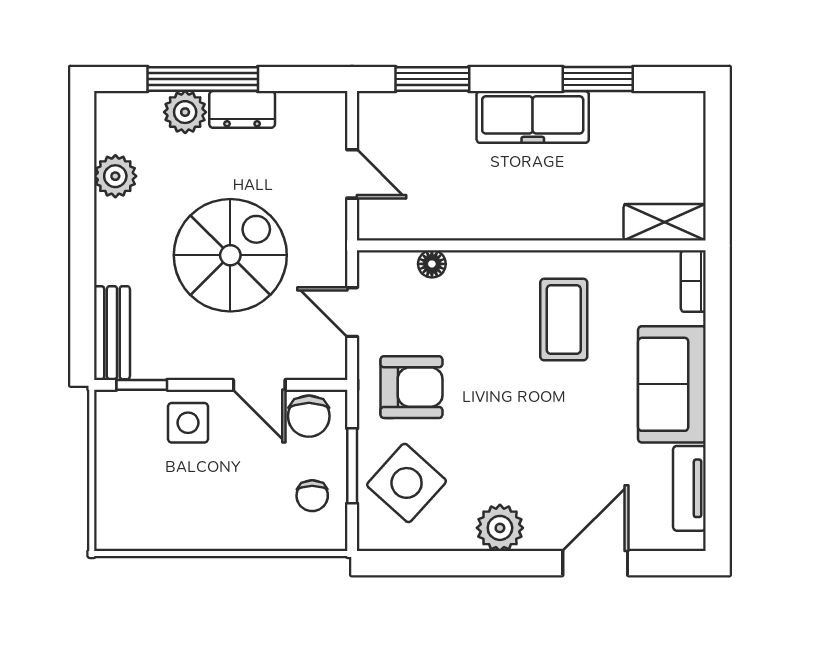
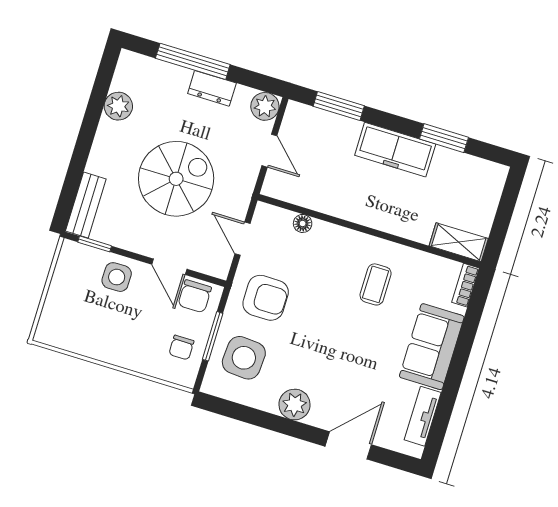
plant: (185, 112) -> (265, 106), moved
coffee table: (564, 320) -> (376, 284), width x0.73, depth x0.77
side table: (407, 483) -> (244, 358), turned -38

